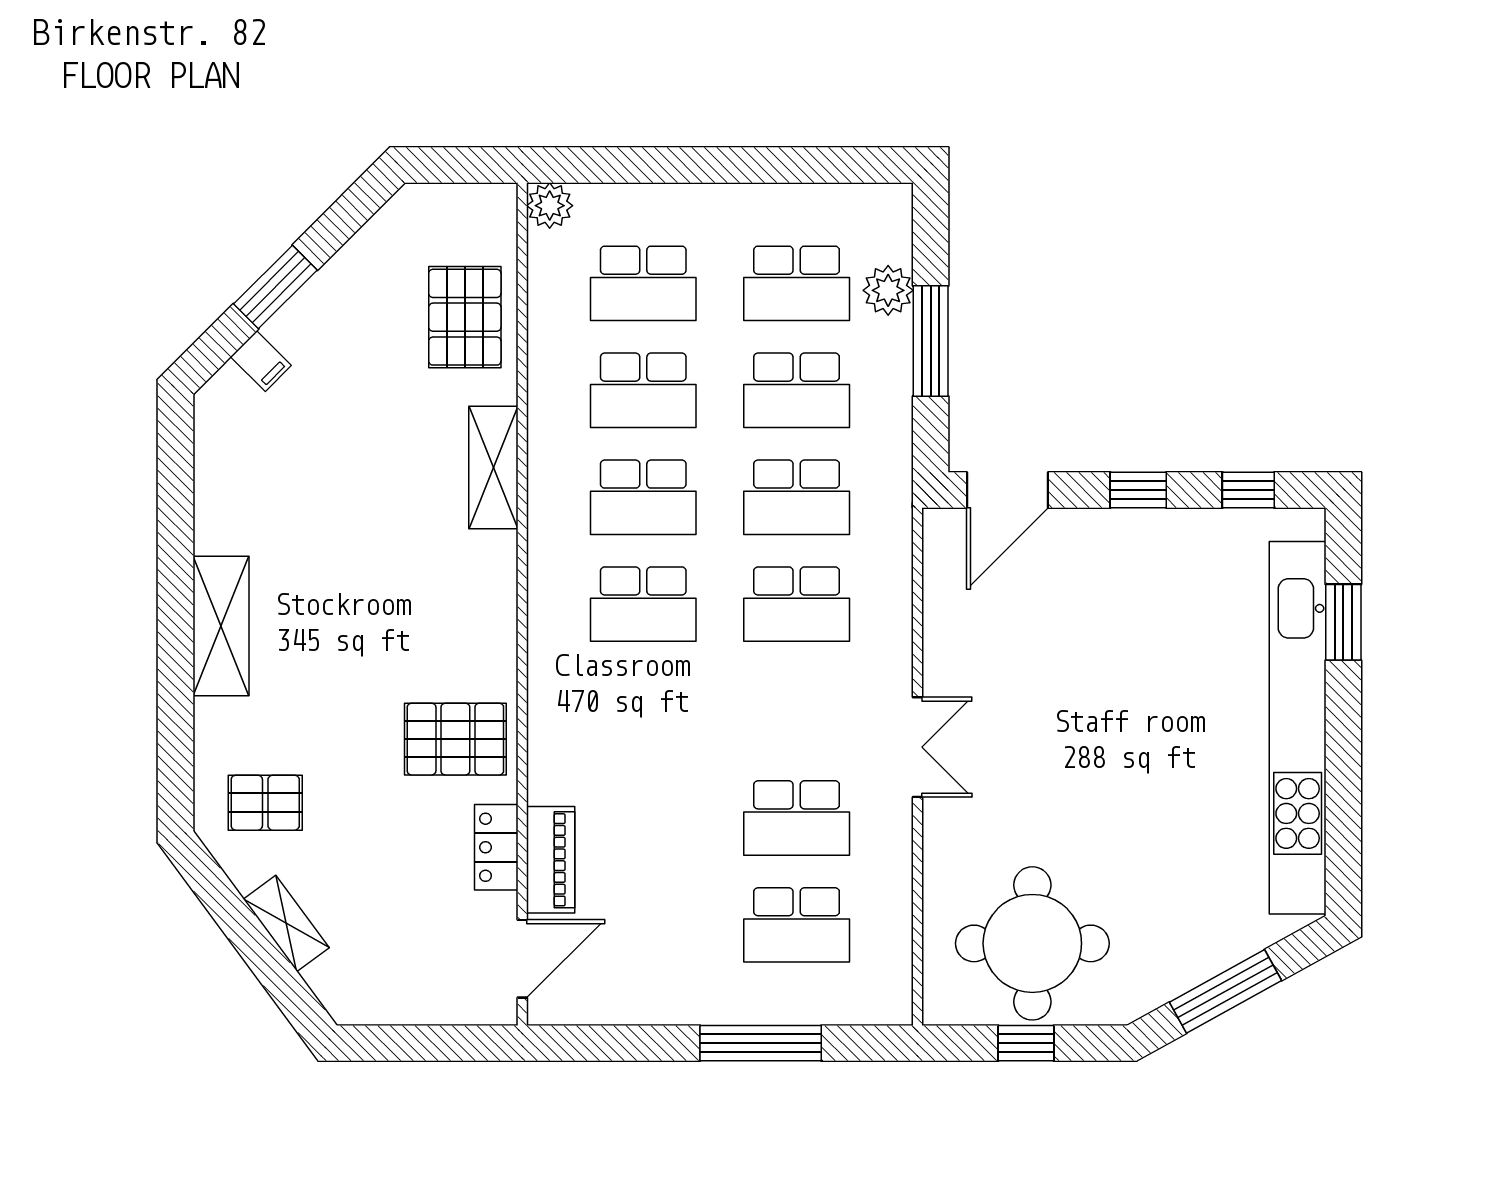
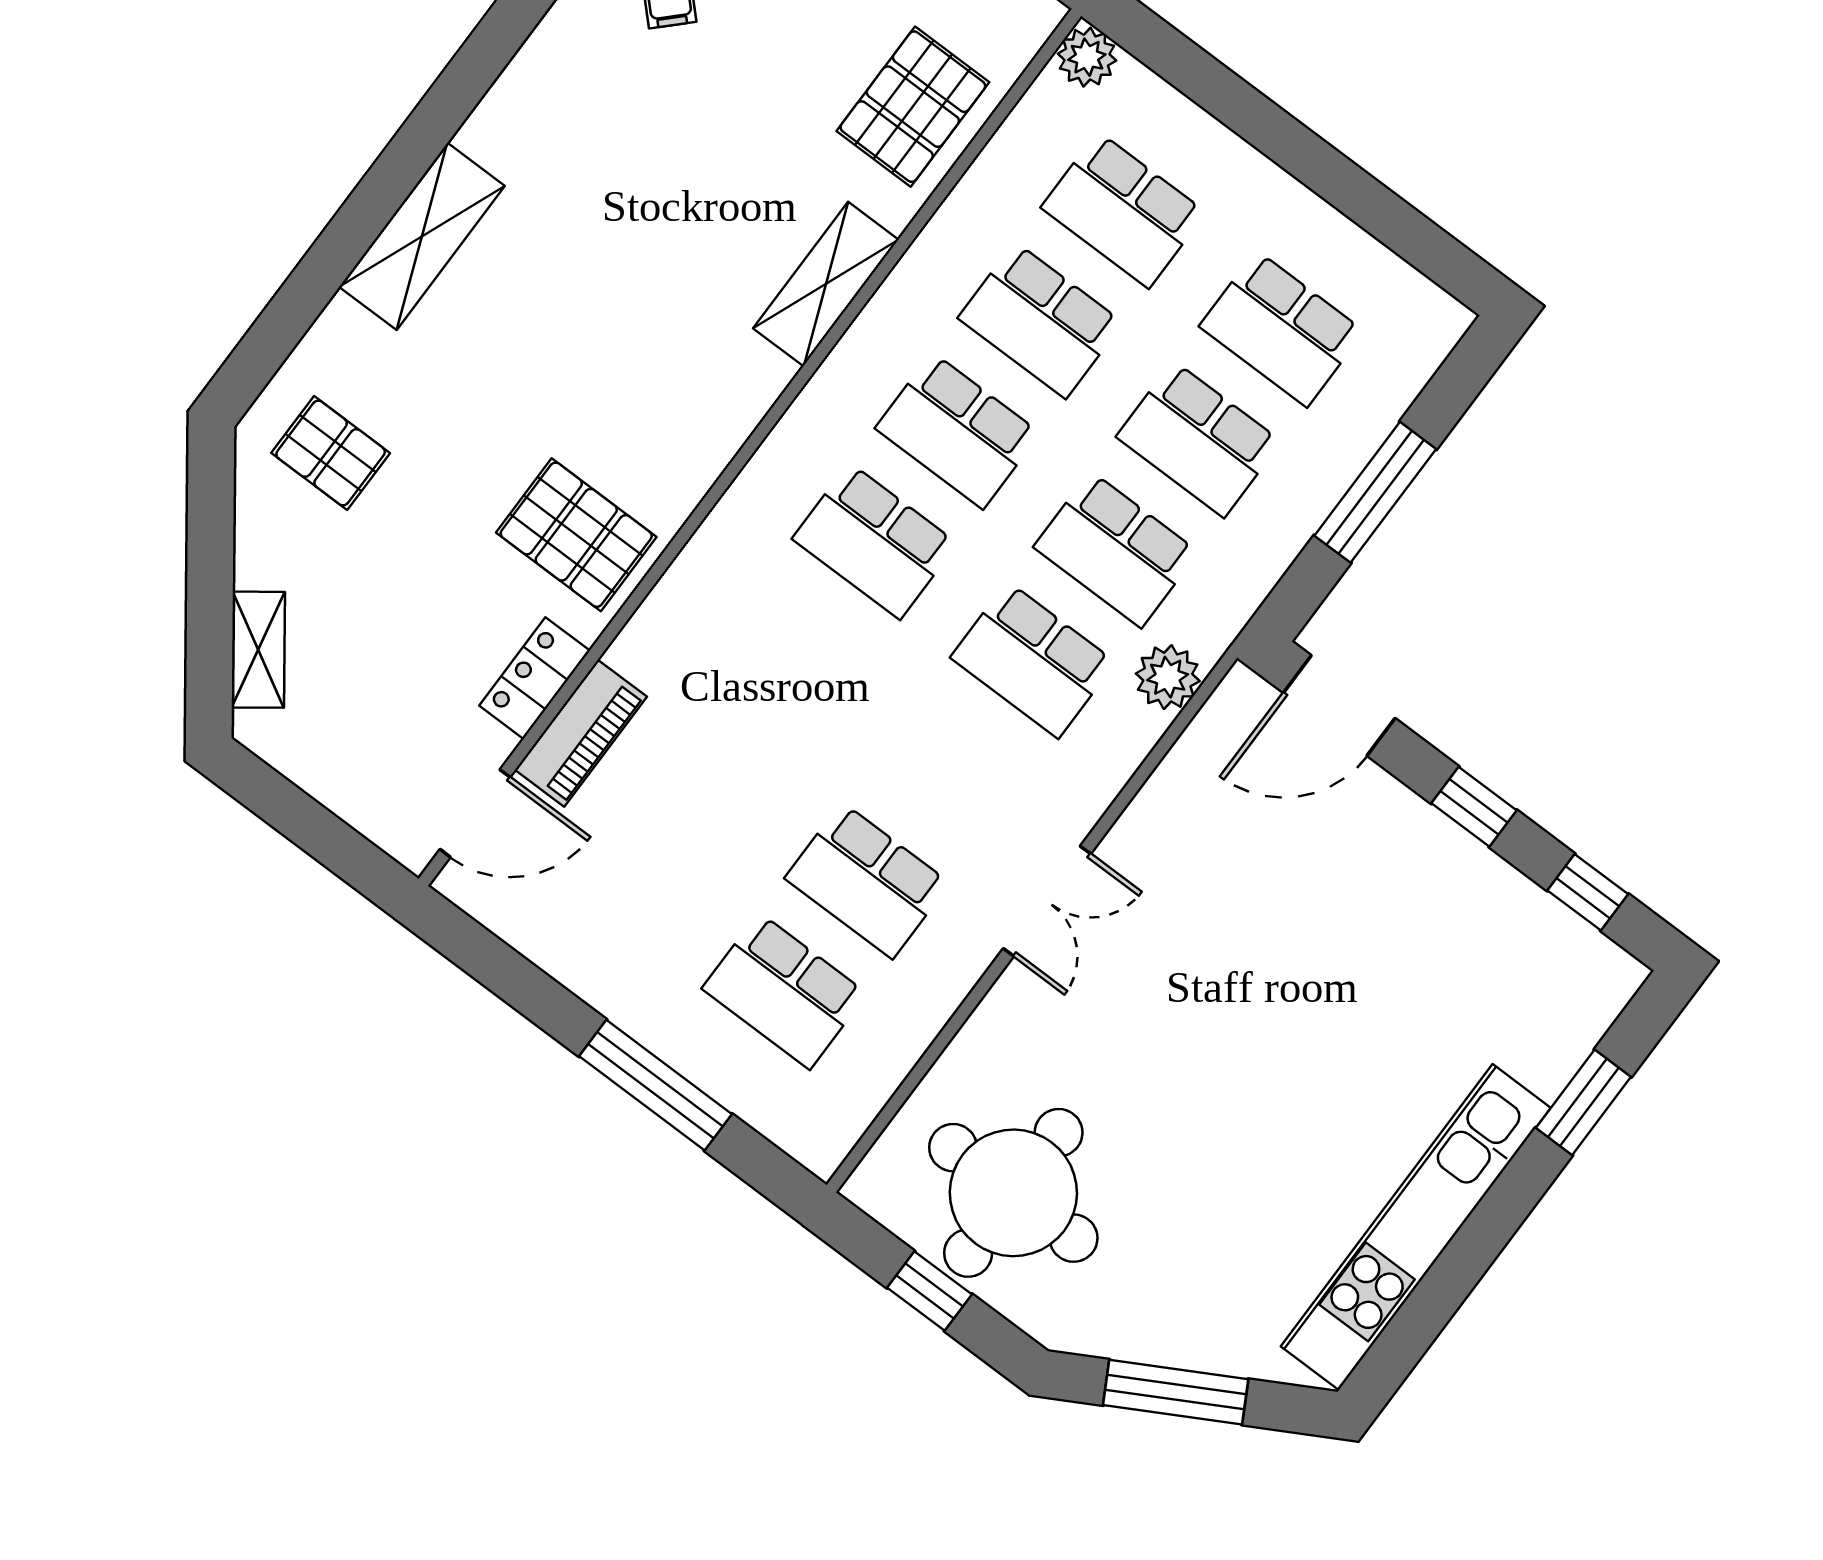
plant: (888, 290) -> (1168, 677), moved
kitchen unit: (1298, 728) -> (1416, 1227), width x0.73
shelving: (286, 923) -> (258, 650), moved

